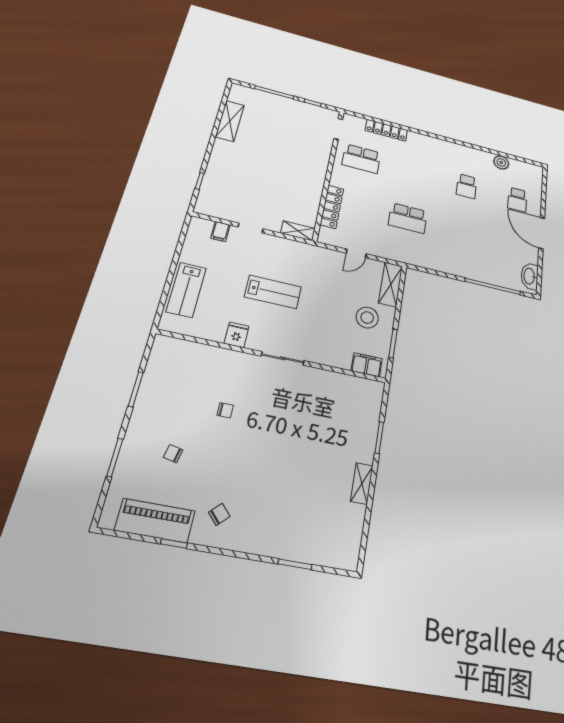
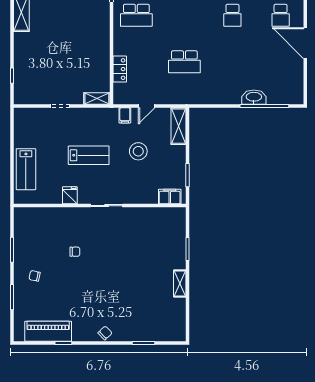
locker: (332, 207) -> (120, 69), width x0.66
filing cabinet: (220, 231) -> (125, 115), moved
washbasin: (530, 276) -> (254, 97), moved, turned 90
stool: (367, 318) -> (138, 151), moved
chair: (173, 454) -> (35, 276), moved
chair: (219, 514) -> (105, 333), moved

